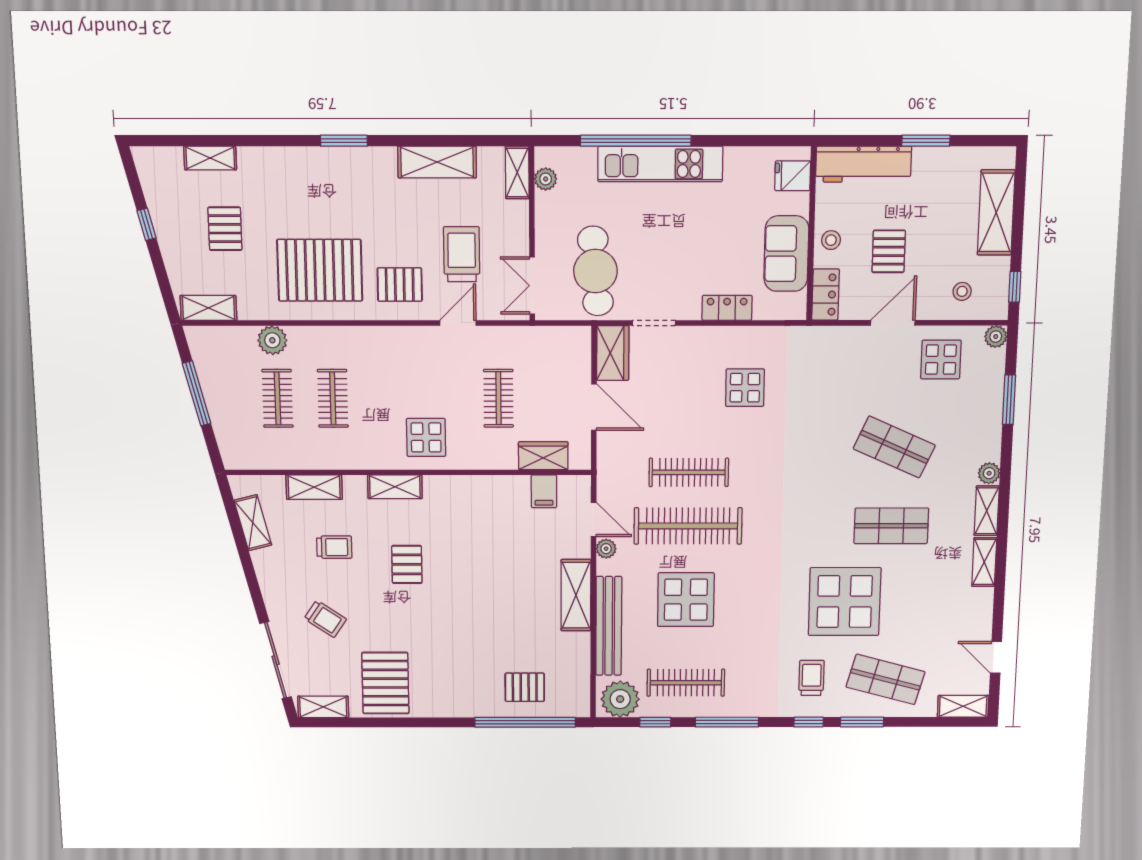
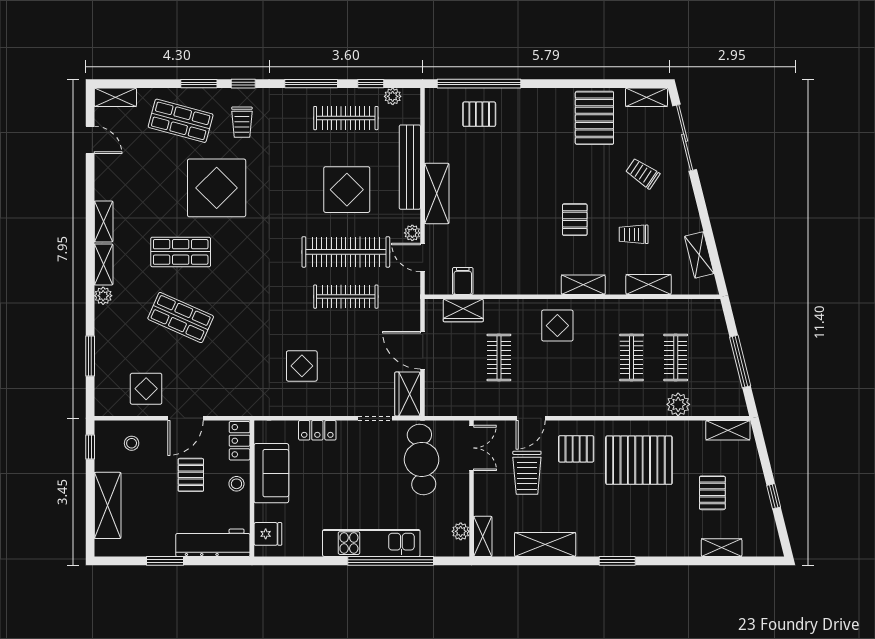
plant: (996, 337) -> (103, 407), removed
plant: (620, 699) -> (393, 96), width x0.53, depth x0.53

